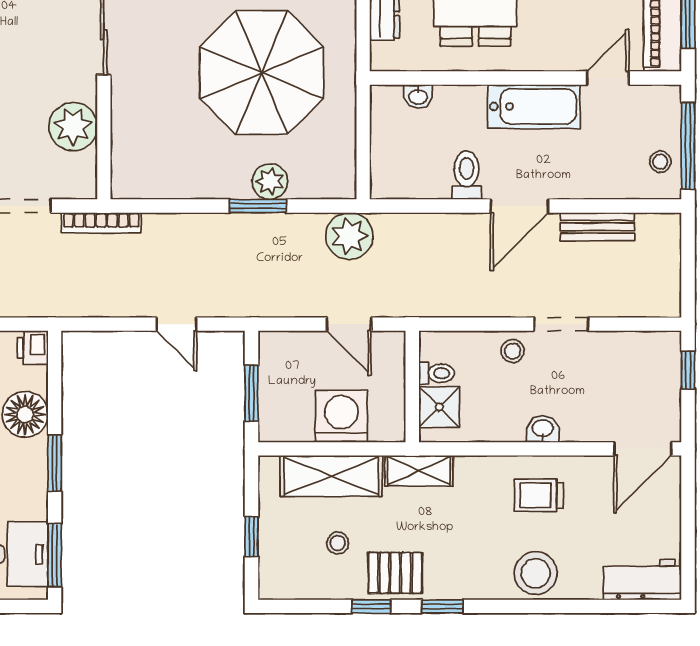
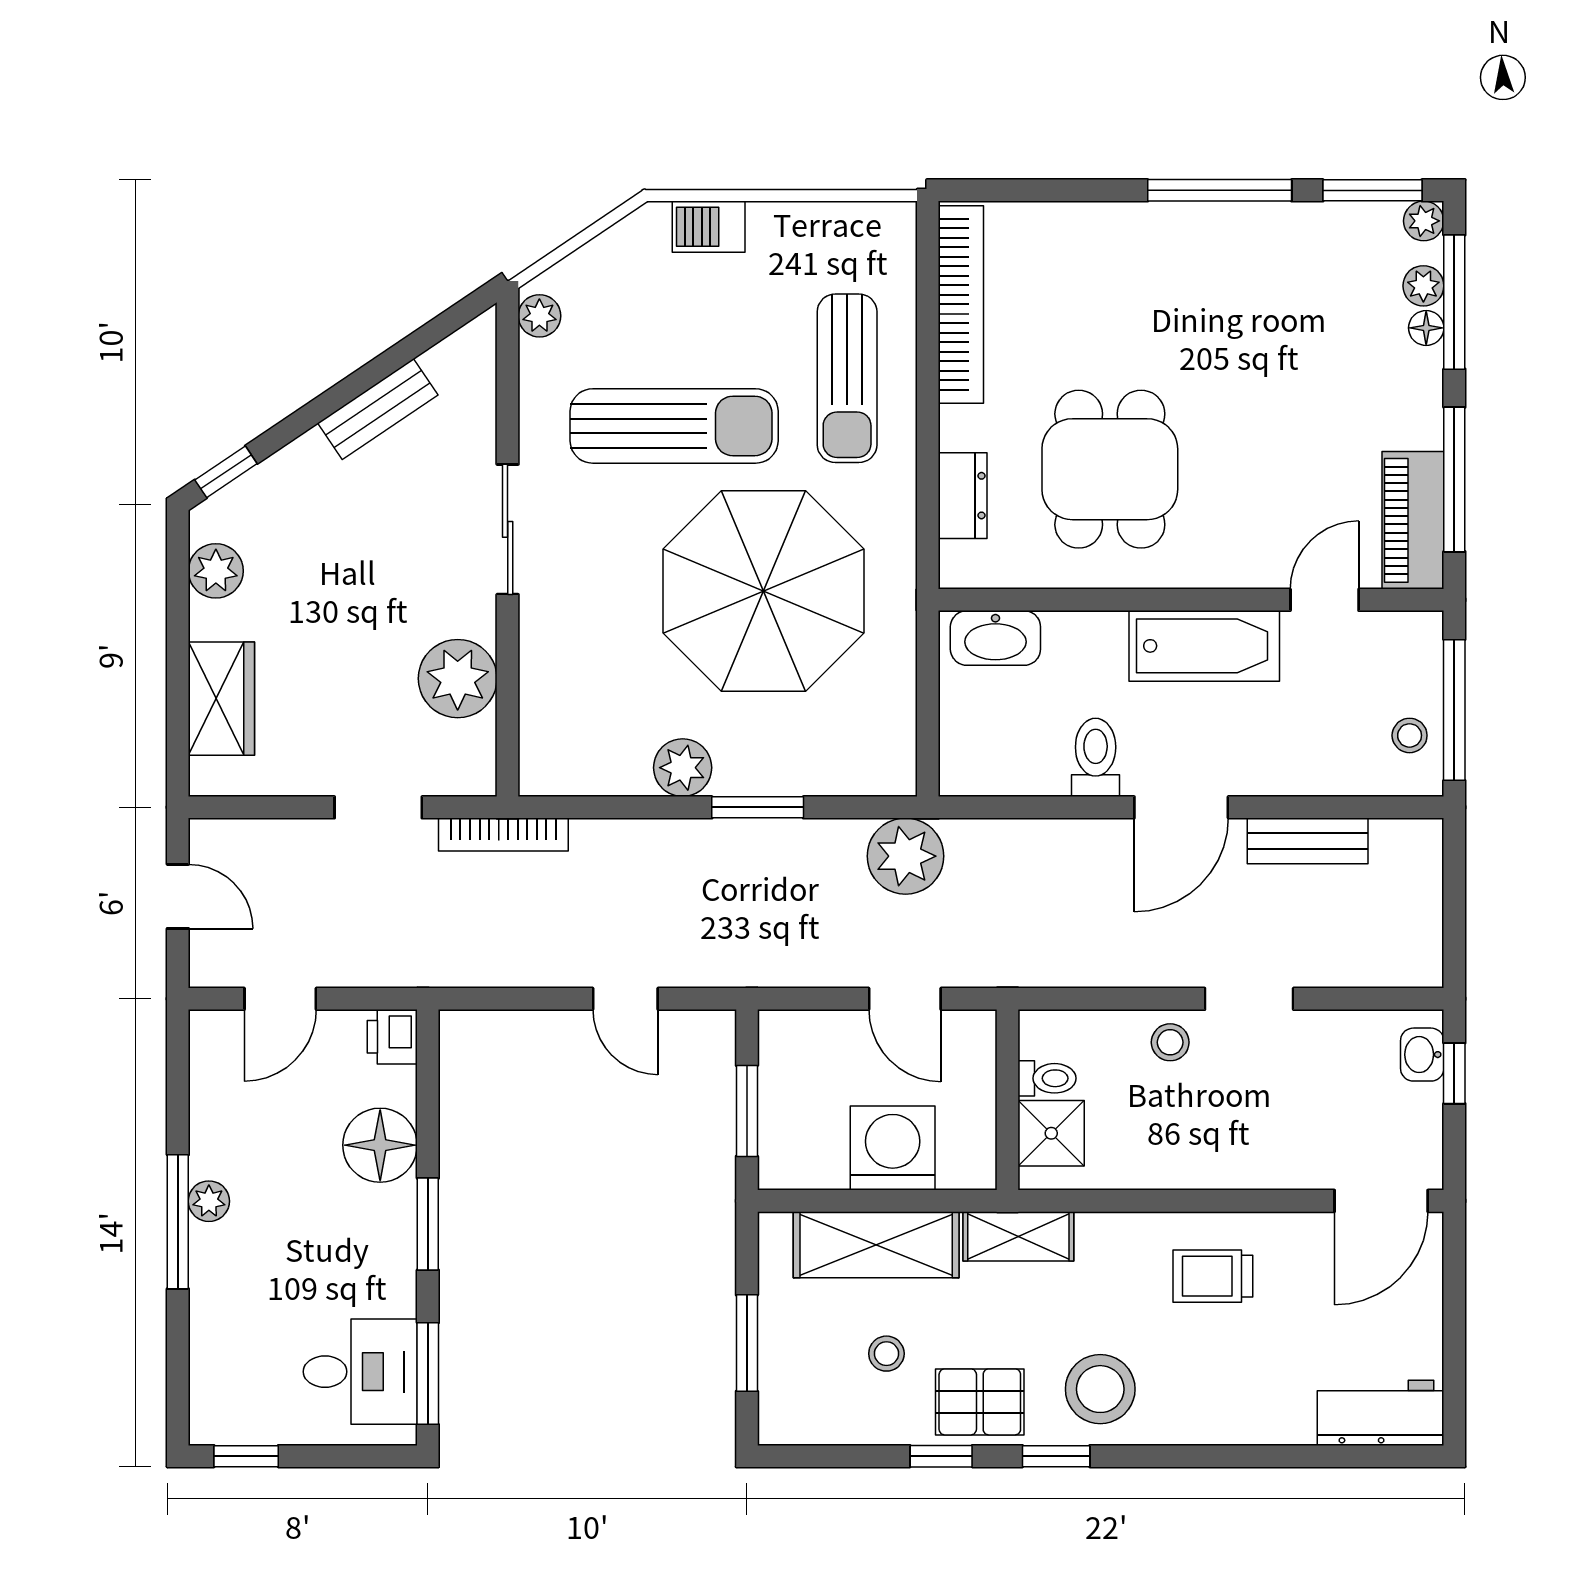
washbasin: (418, 96) -> (995, 638), width x1.91, depth x1.45
plant: (270, 182) -> (683, 768), moved
washbasin: (543, 429) -> (1422, 1055), moved, turned -90
window: (251, 537) -> (747, 1343), width x1.50
stool: (536, 573) -> (1100, 1389), moved

